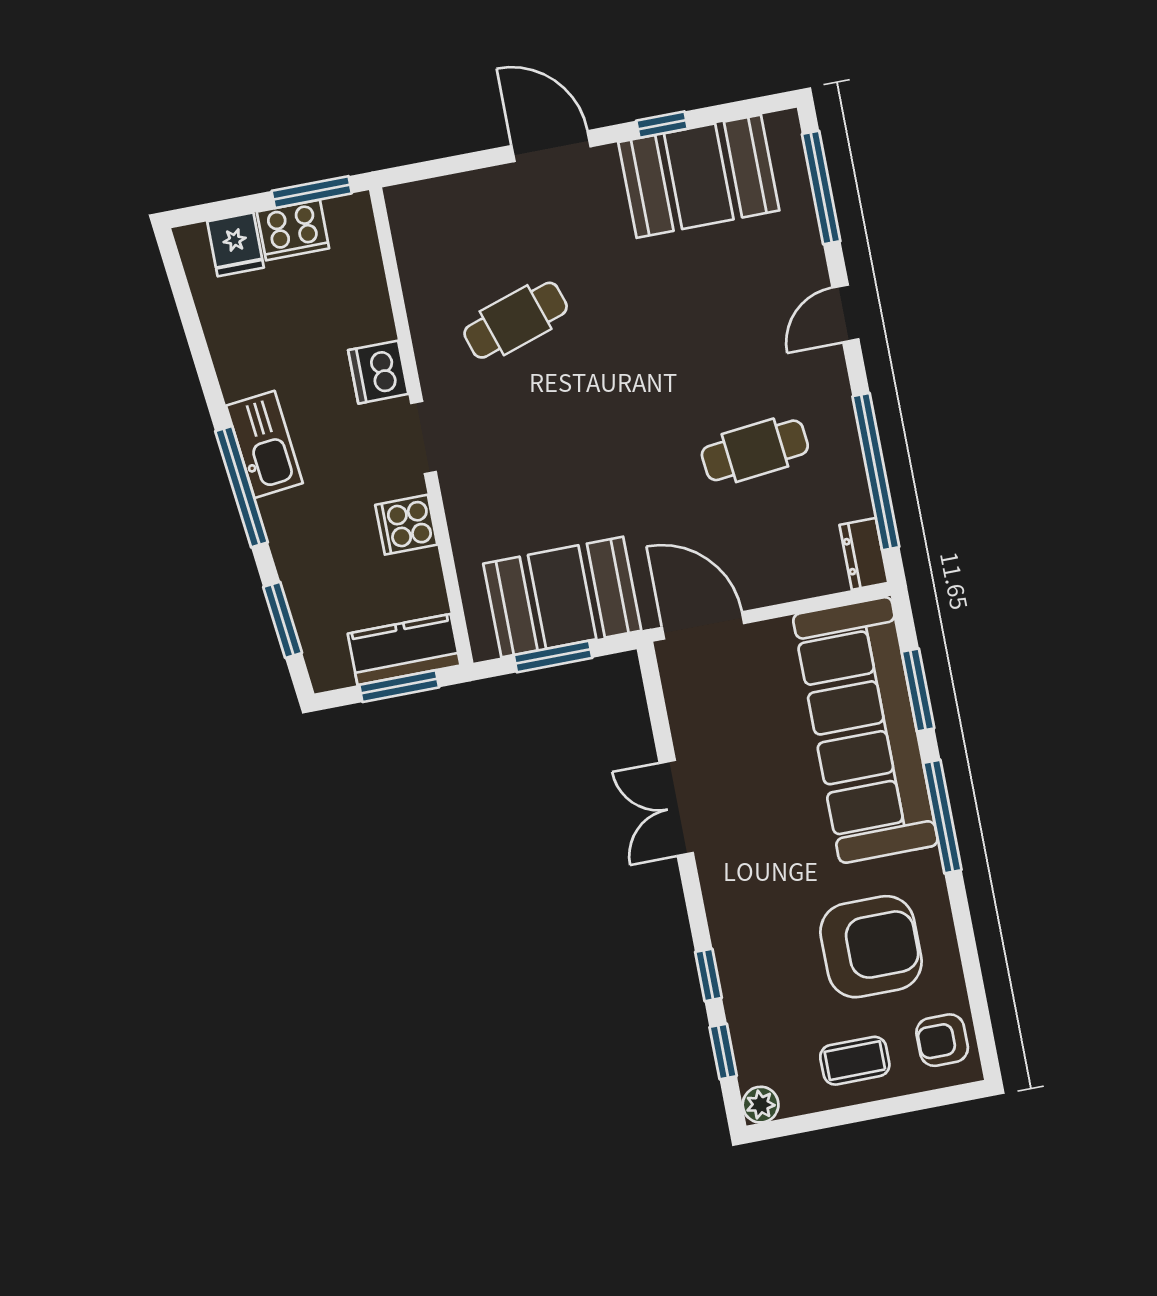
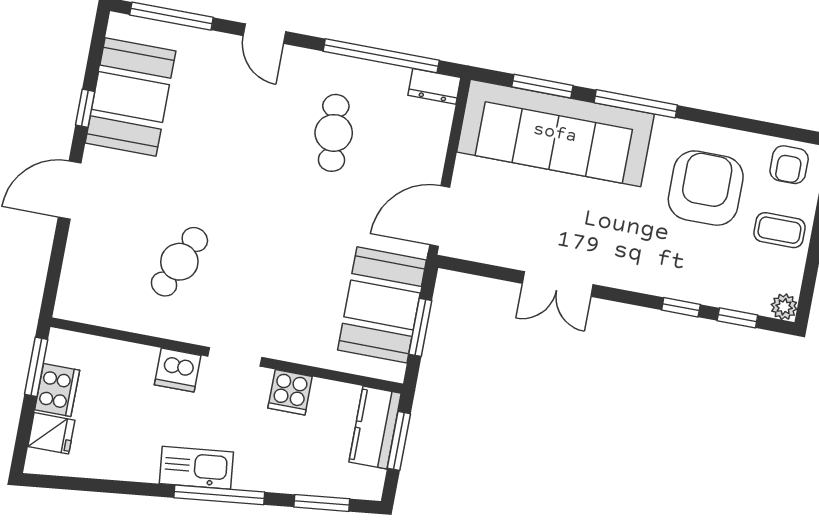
cafe table: (516, 320) -> (179, 262), turned 42
coffee table: (855, 1061) -> (779, 230), turned 90

